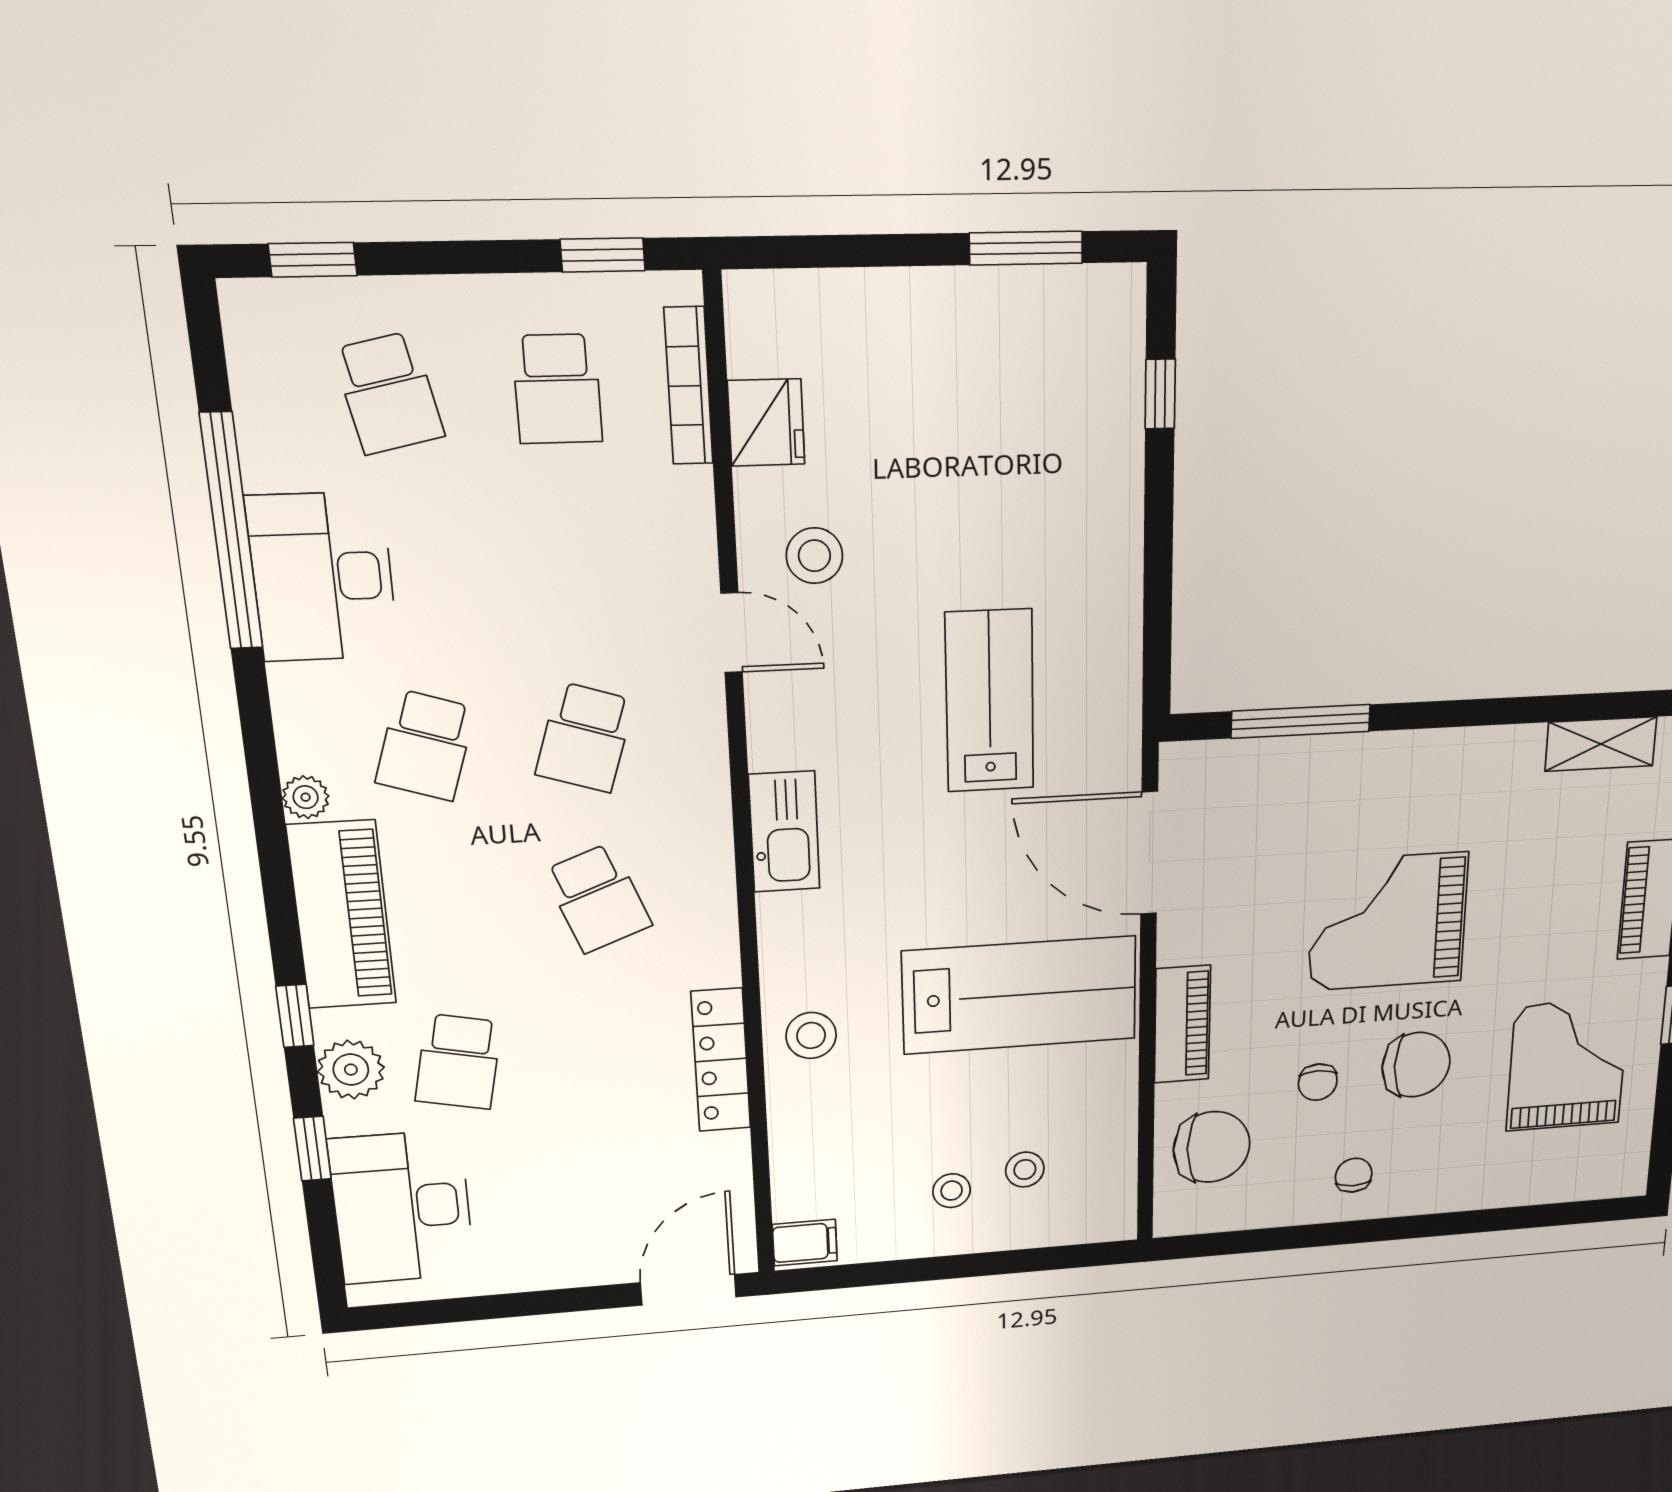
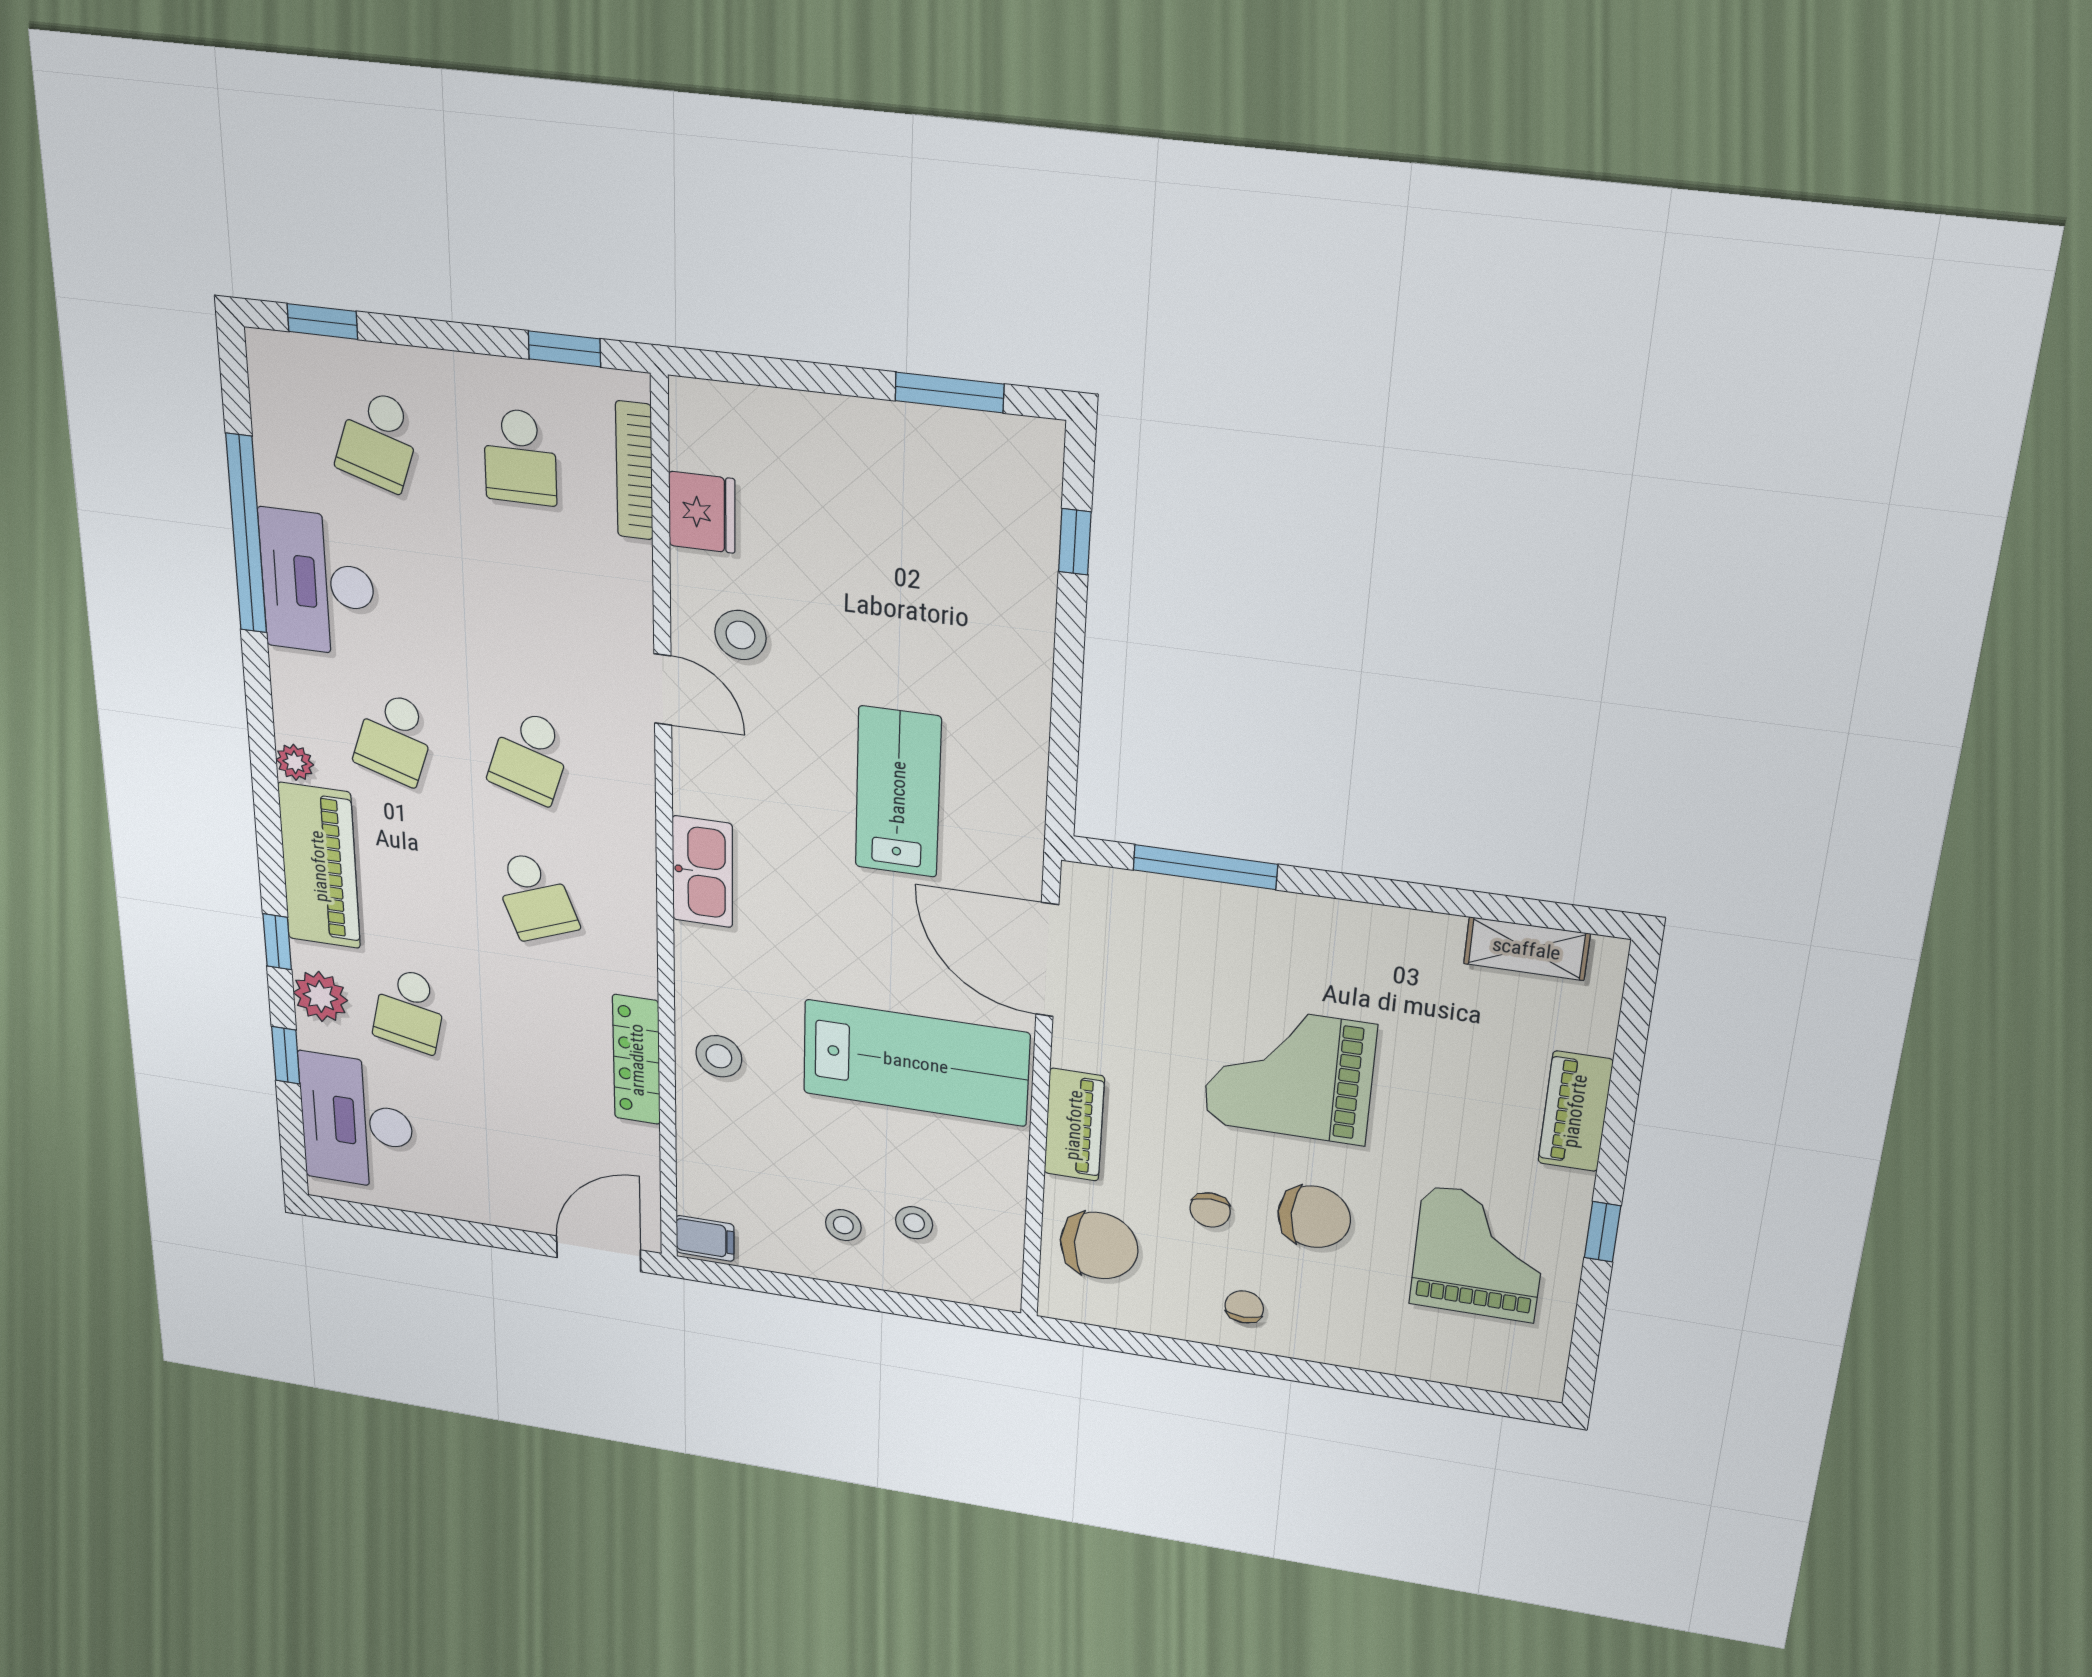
school desk: (388, 393) -> (379, 440), turned 30

